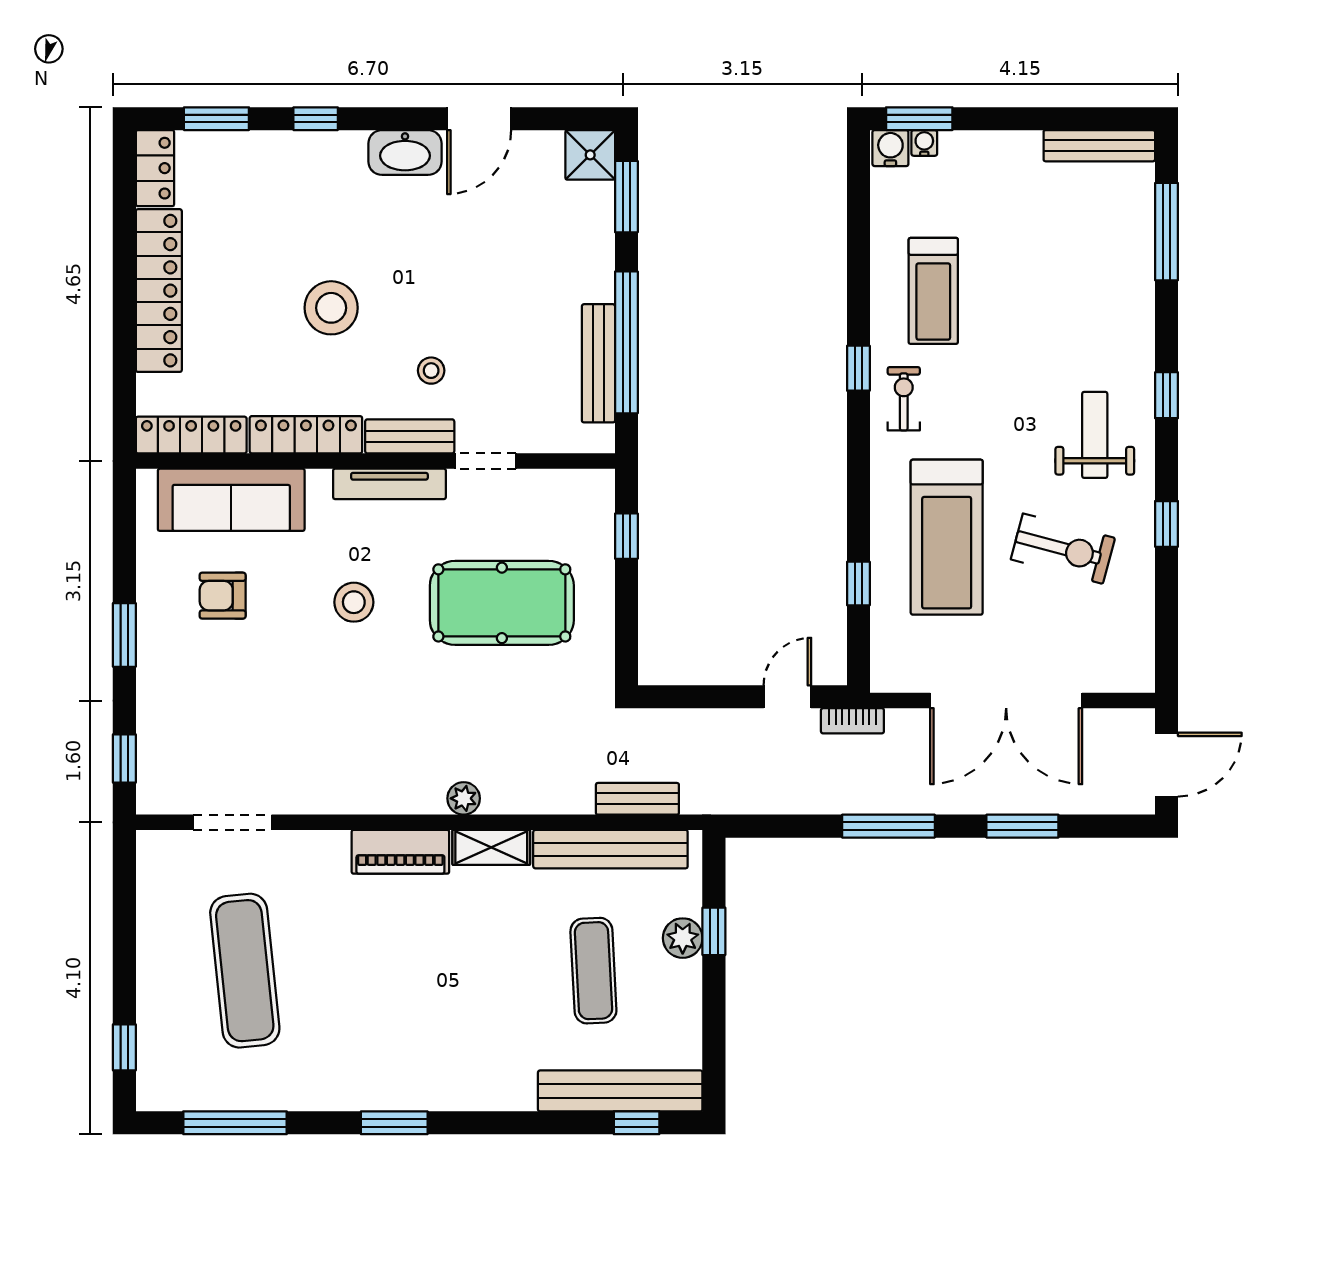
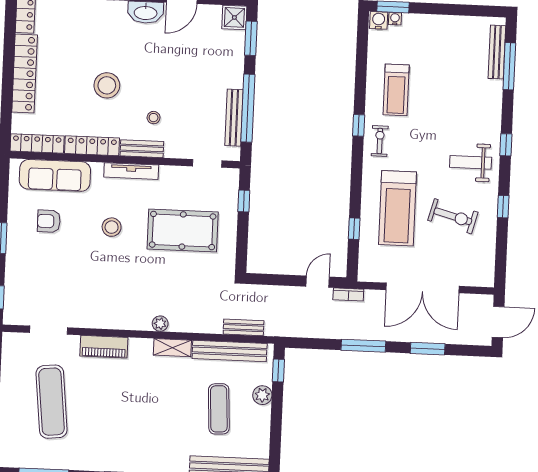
bench: (1099, 146) -> (497, 52), moved, turned 90
weight bench: (1095, 435) -> (471, 162), turned -90
doorway: (486, 461) -> (207, 163), moved
piano: (400, 852) -> (104, 347), moved
window: (714, 931) -> (278, 370), moved

